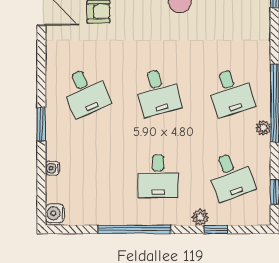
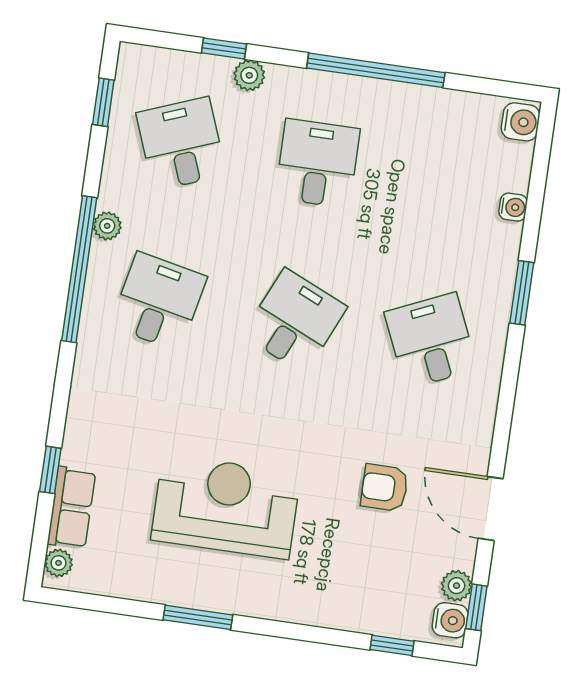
desk: (158, 92) -> (295, 321), turned 39
desk: (231, 92) -> (159, 301), turned 30

